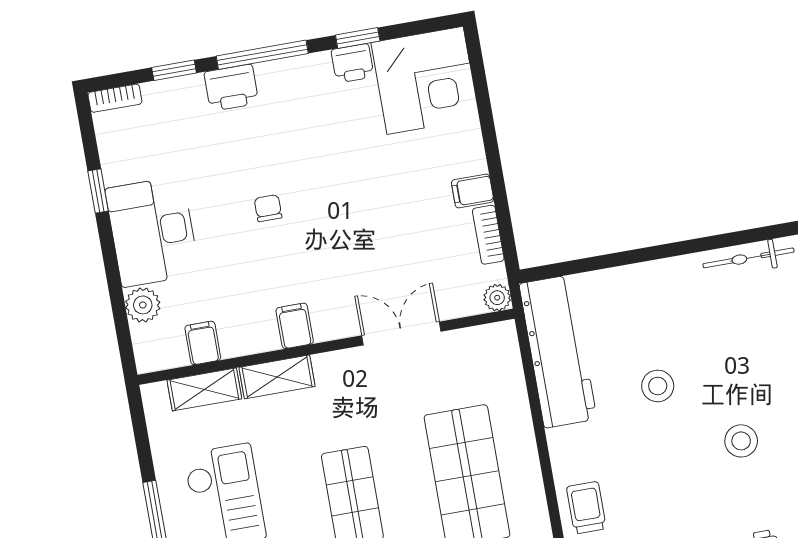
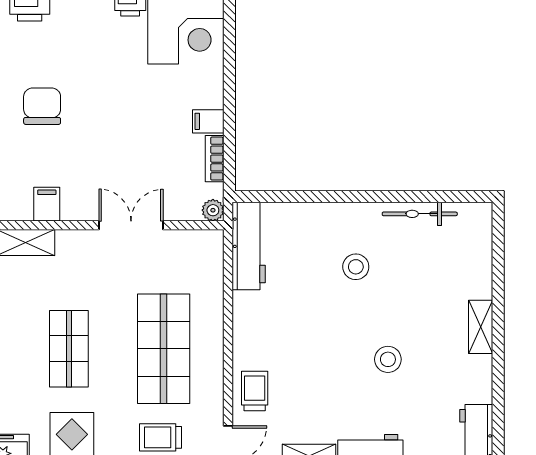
chair: (268, 208) -> (42, 106), width x1.87, depth x1.87
workbench: (558, 351) -> (249, 246), width x0.73, depth x0.76
stool: (658, 386) -> (356, 267), moved

